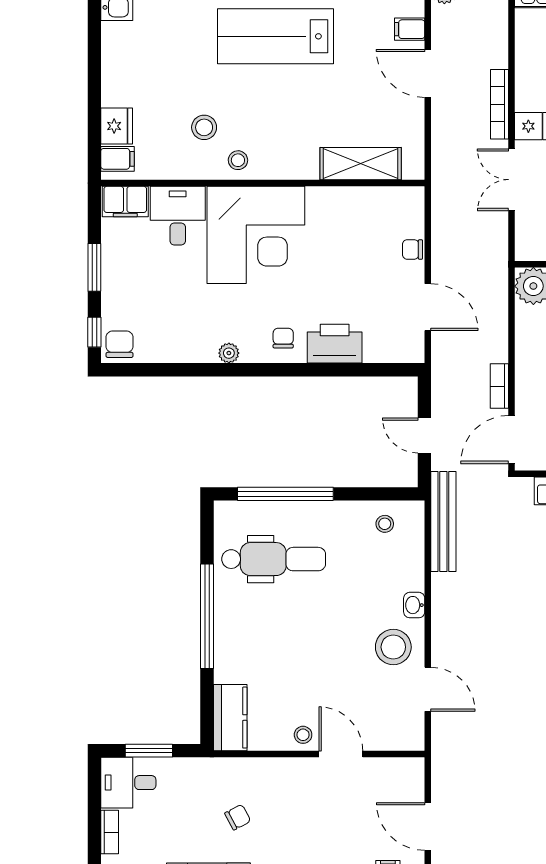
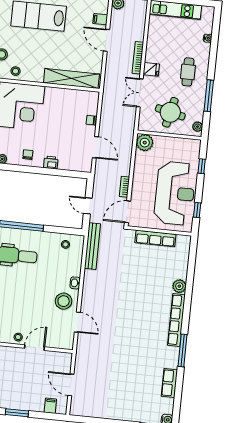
shelving: (361, 164) -> (71, 78), width x1.47
printer: (335, 344) -> (51, 162), width x0.53, depth x0.68
door: (341, 754) -> (35, 348), hinge flipped

